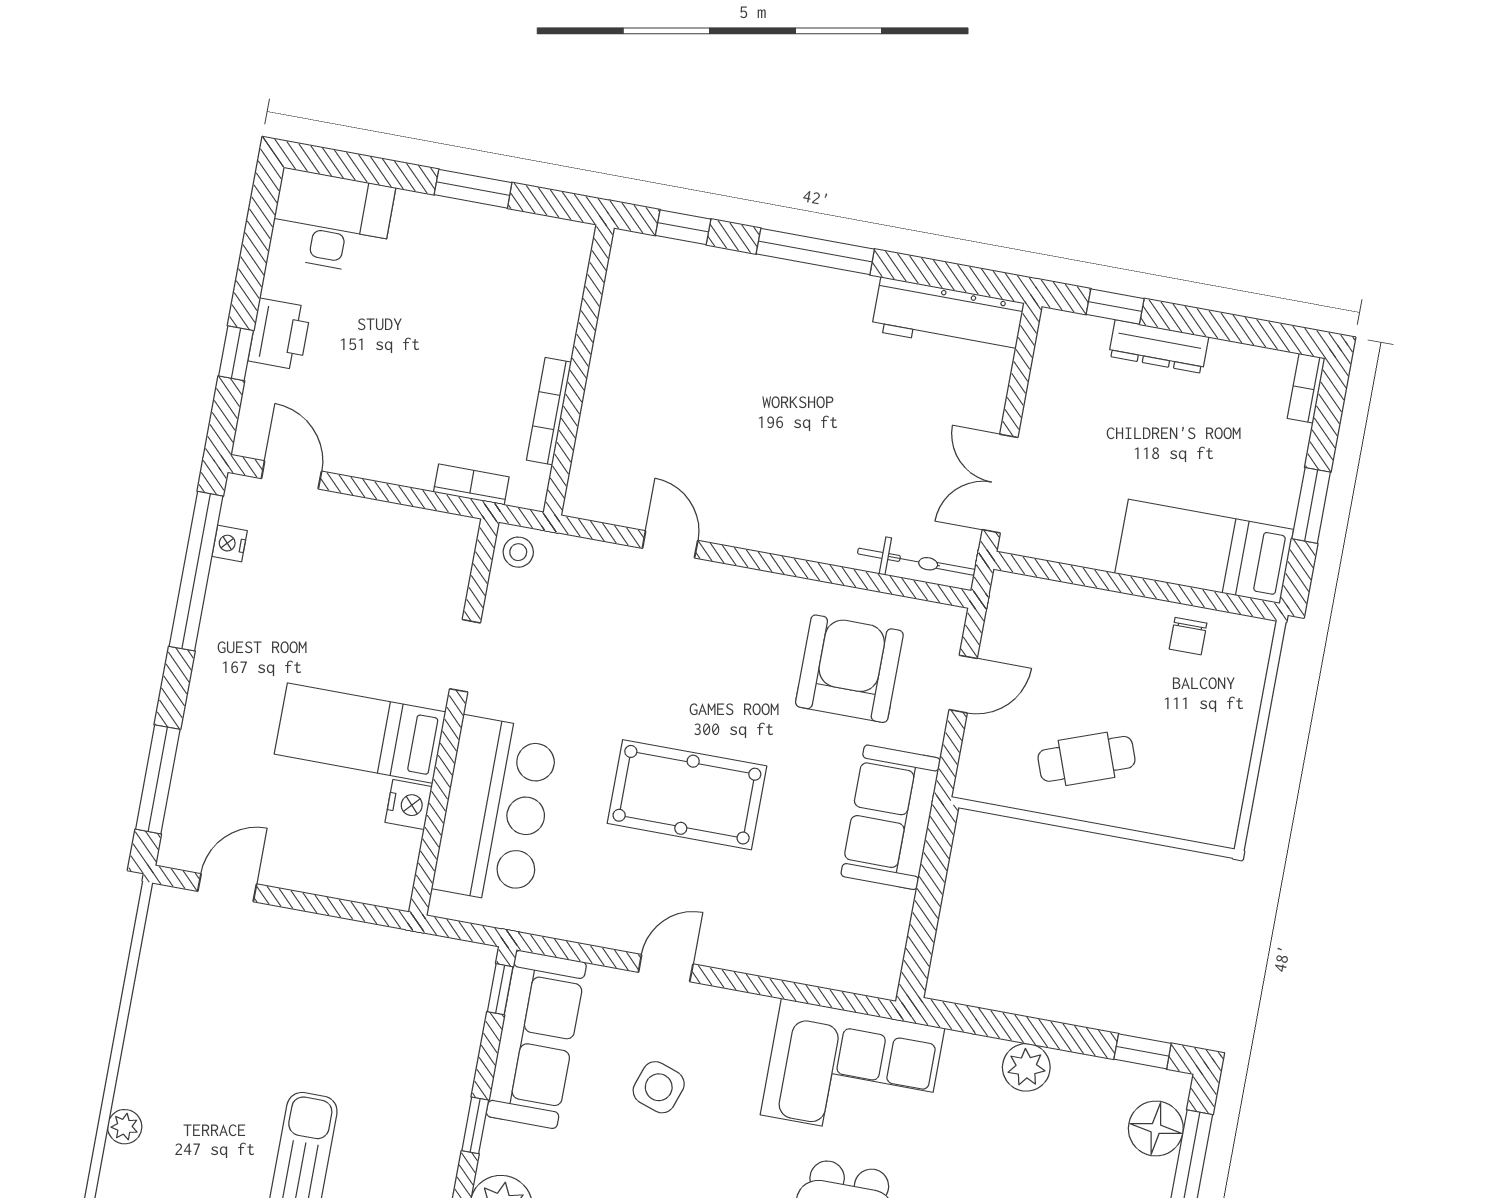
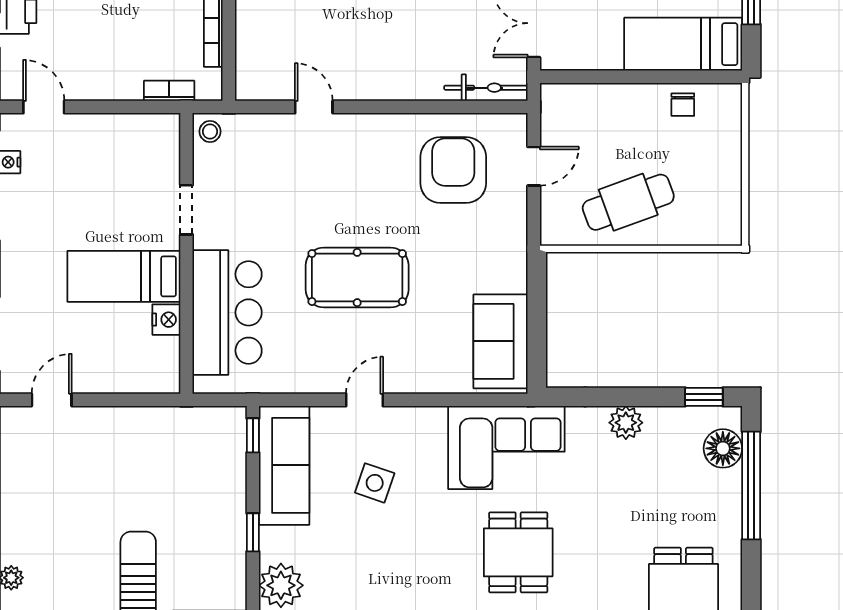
cafe table: (1086, 759) -> (628, 202), width x1.37, depth x1.35
sofa: (891, 817) -> (501, 341), moved

